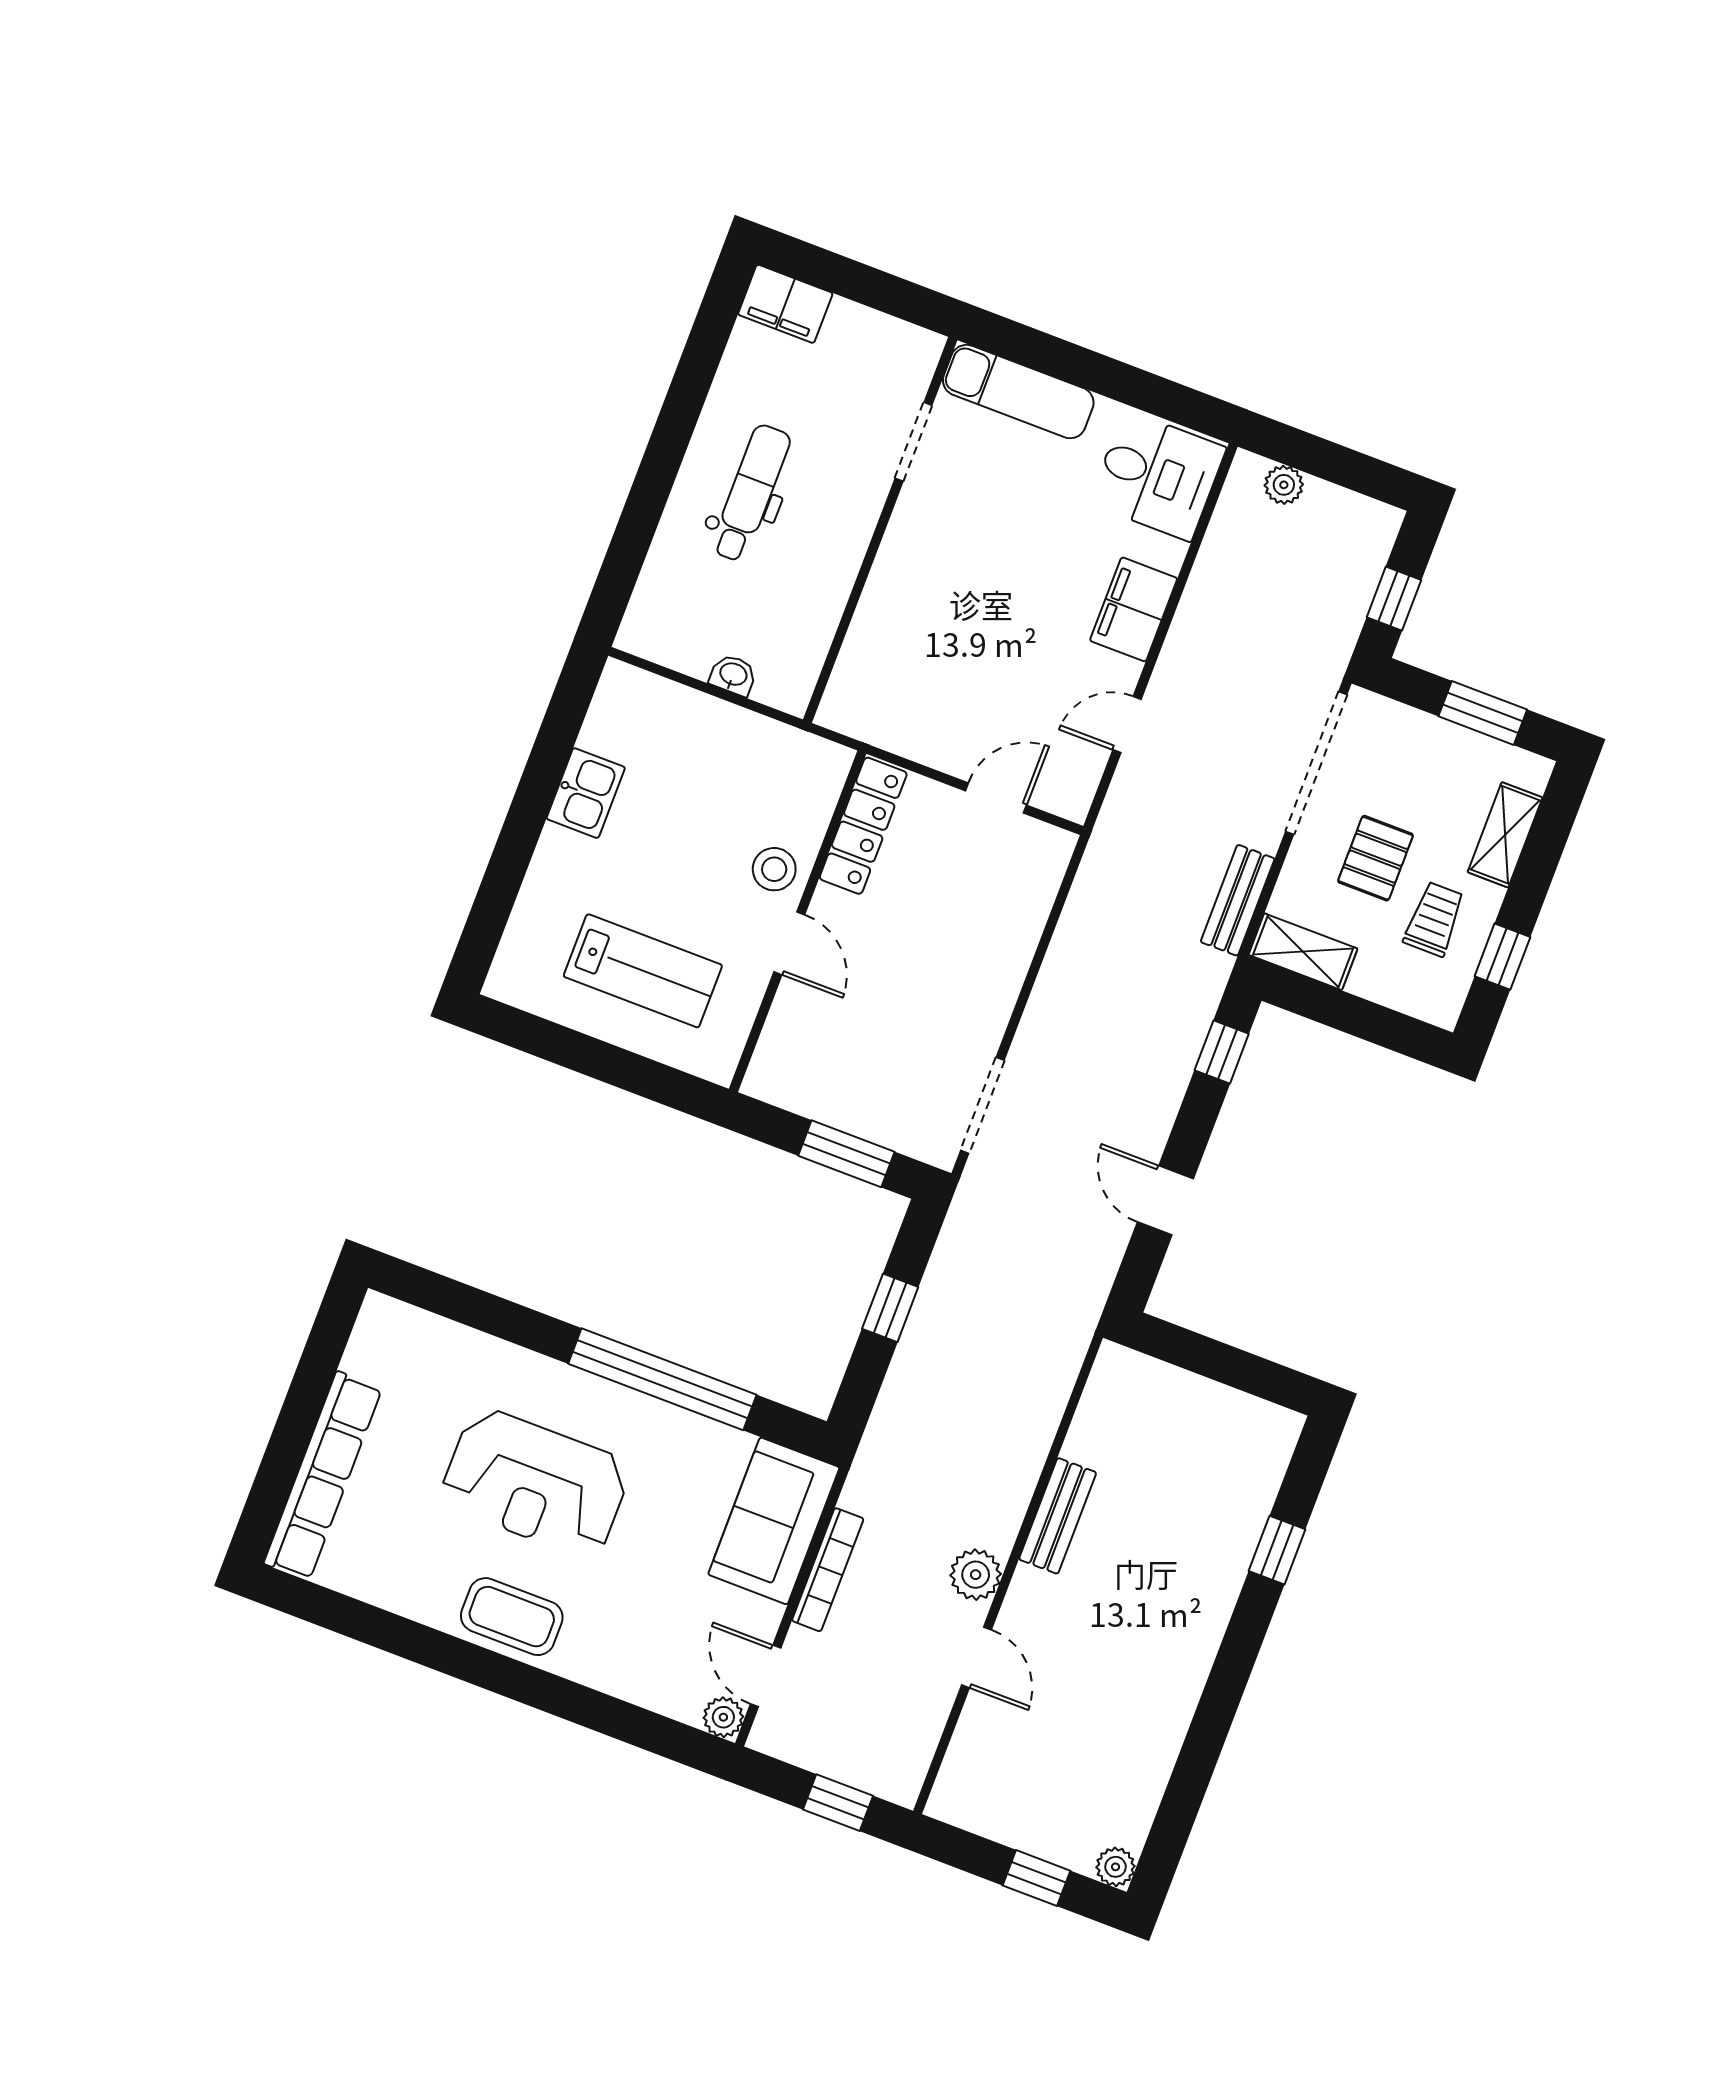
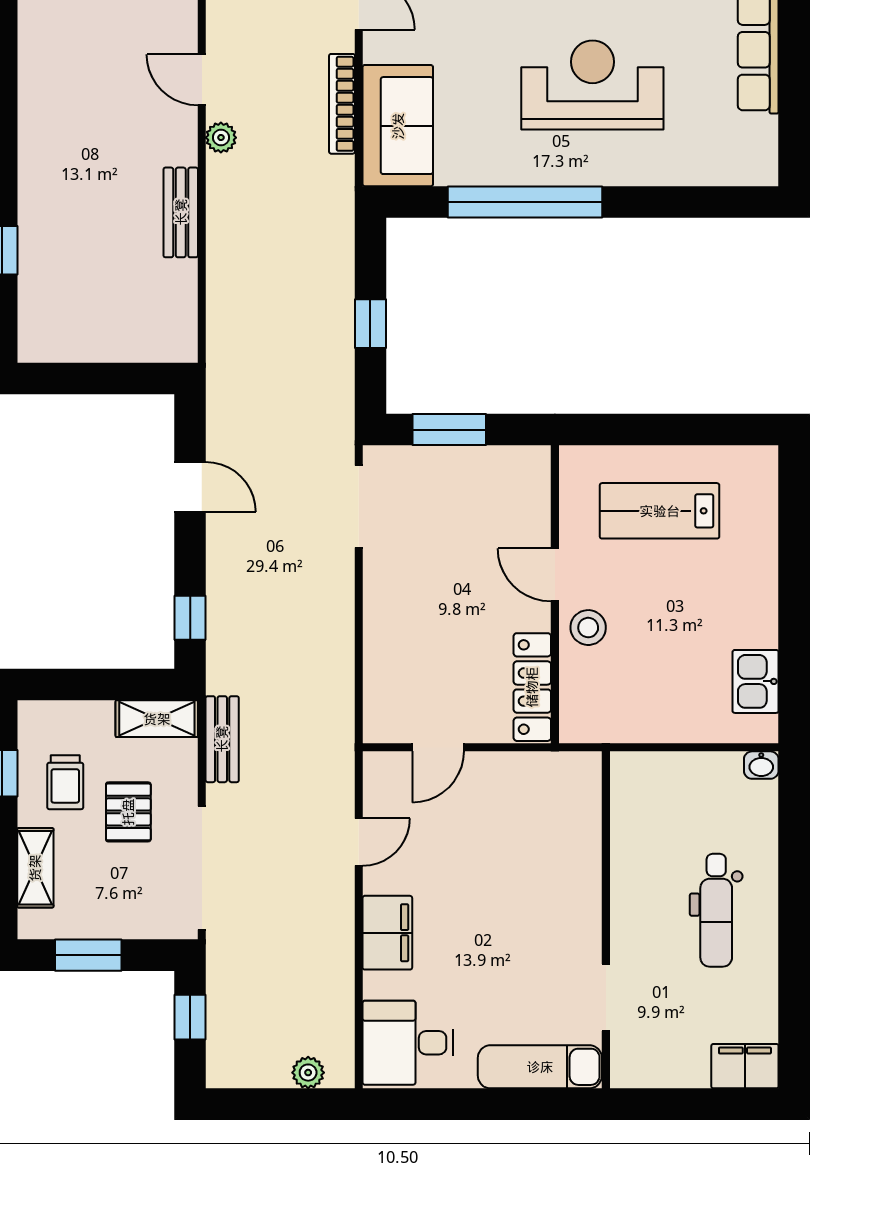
washbasin: (733, 675) -> (761, 765), moved
kitchen sink: (586, 793) -> (756, 681), moved
plant: (976, 1575) -> (221, 138), width x0.73, depth x0.73

